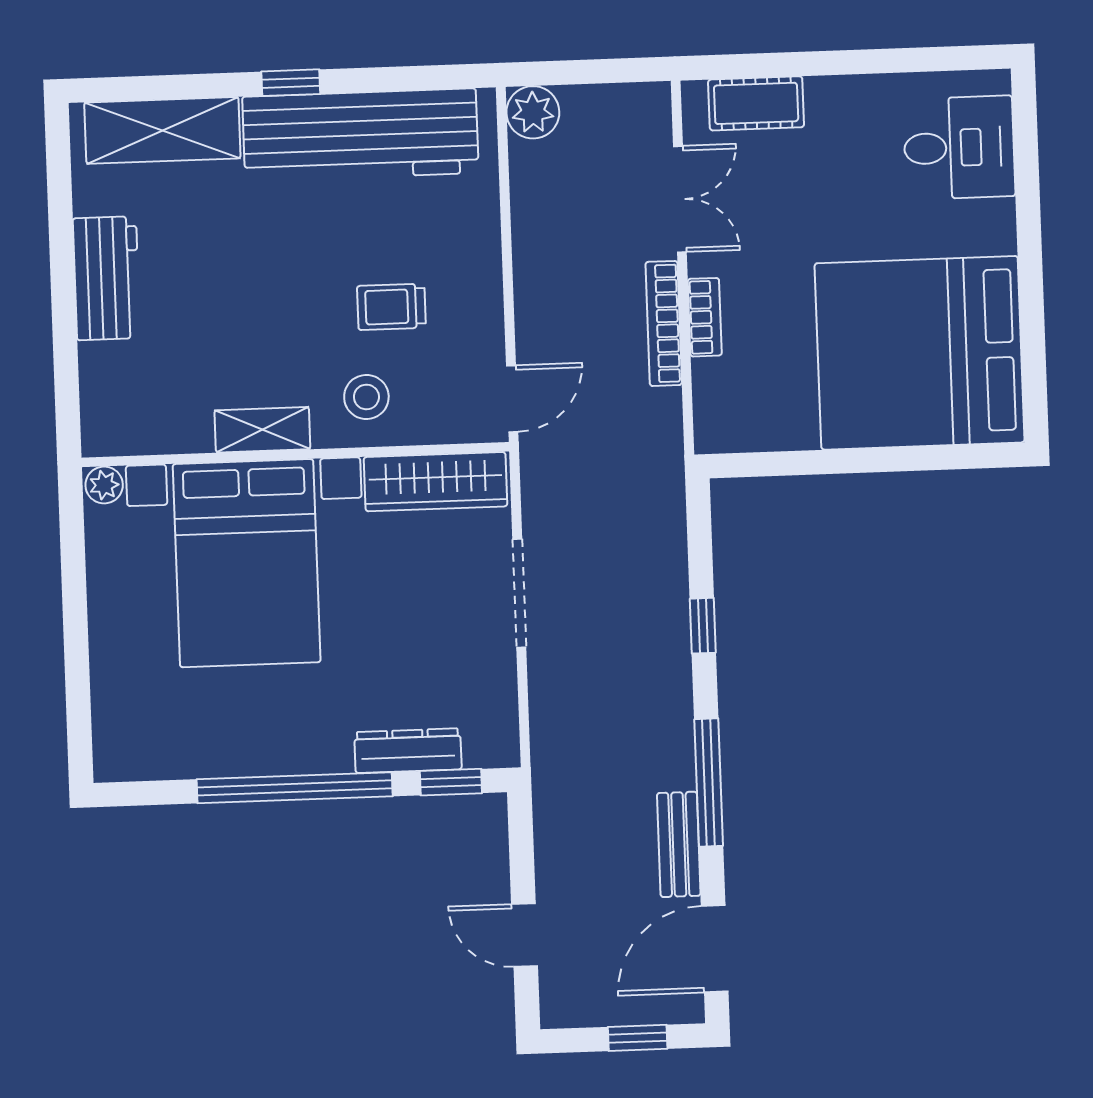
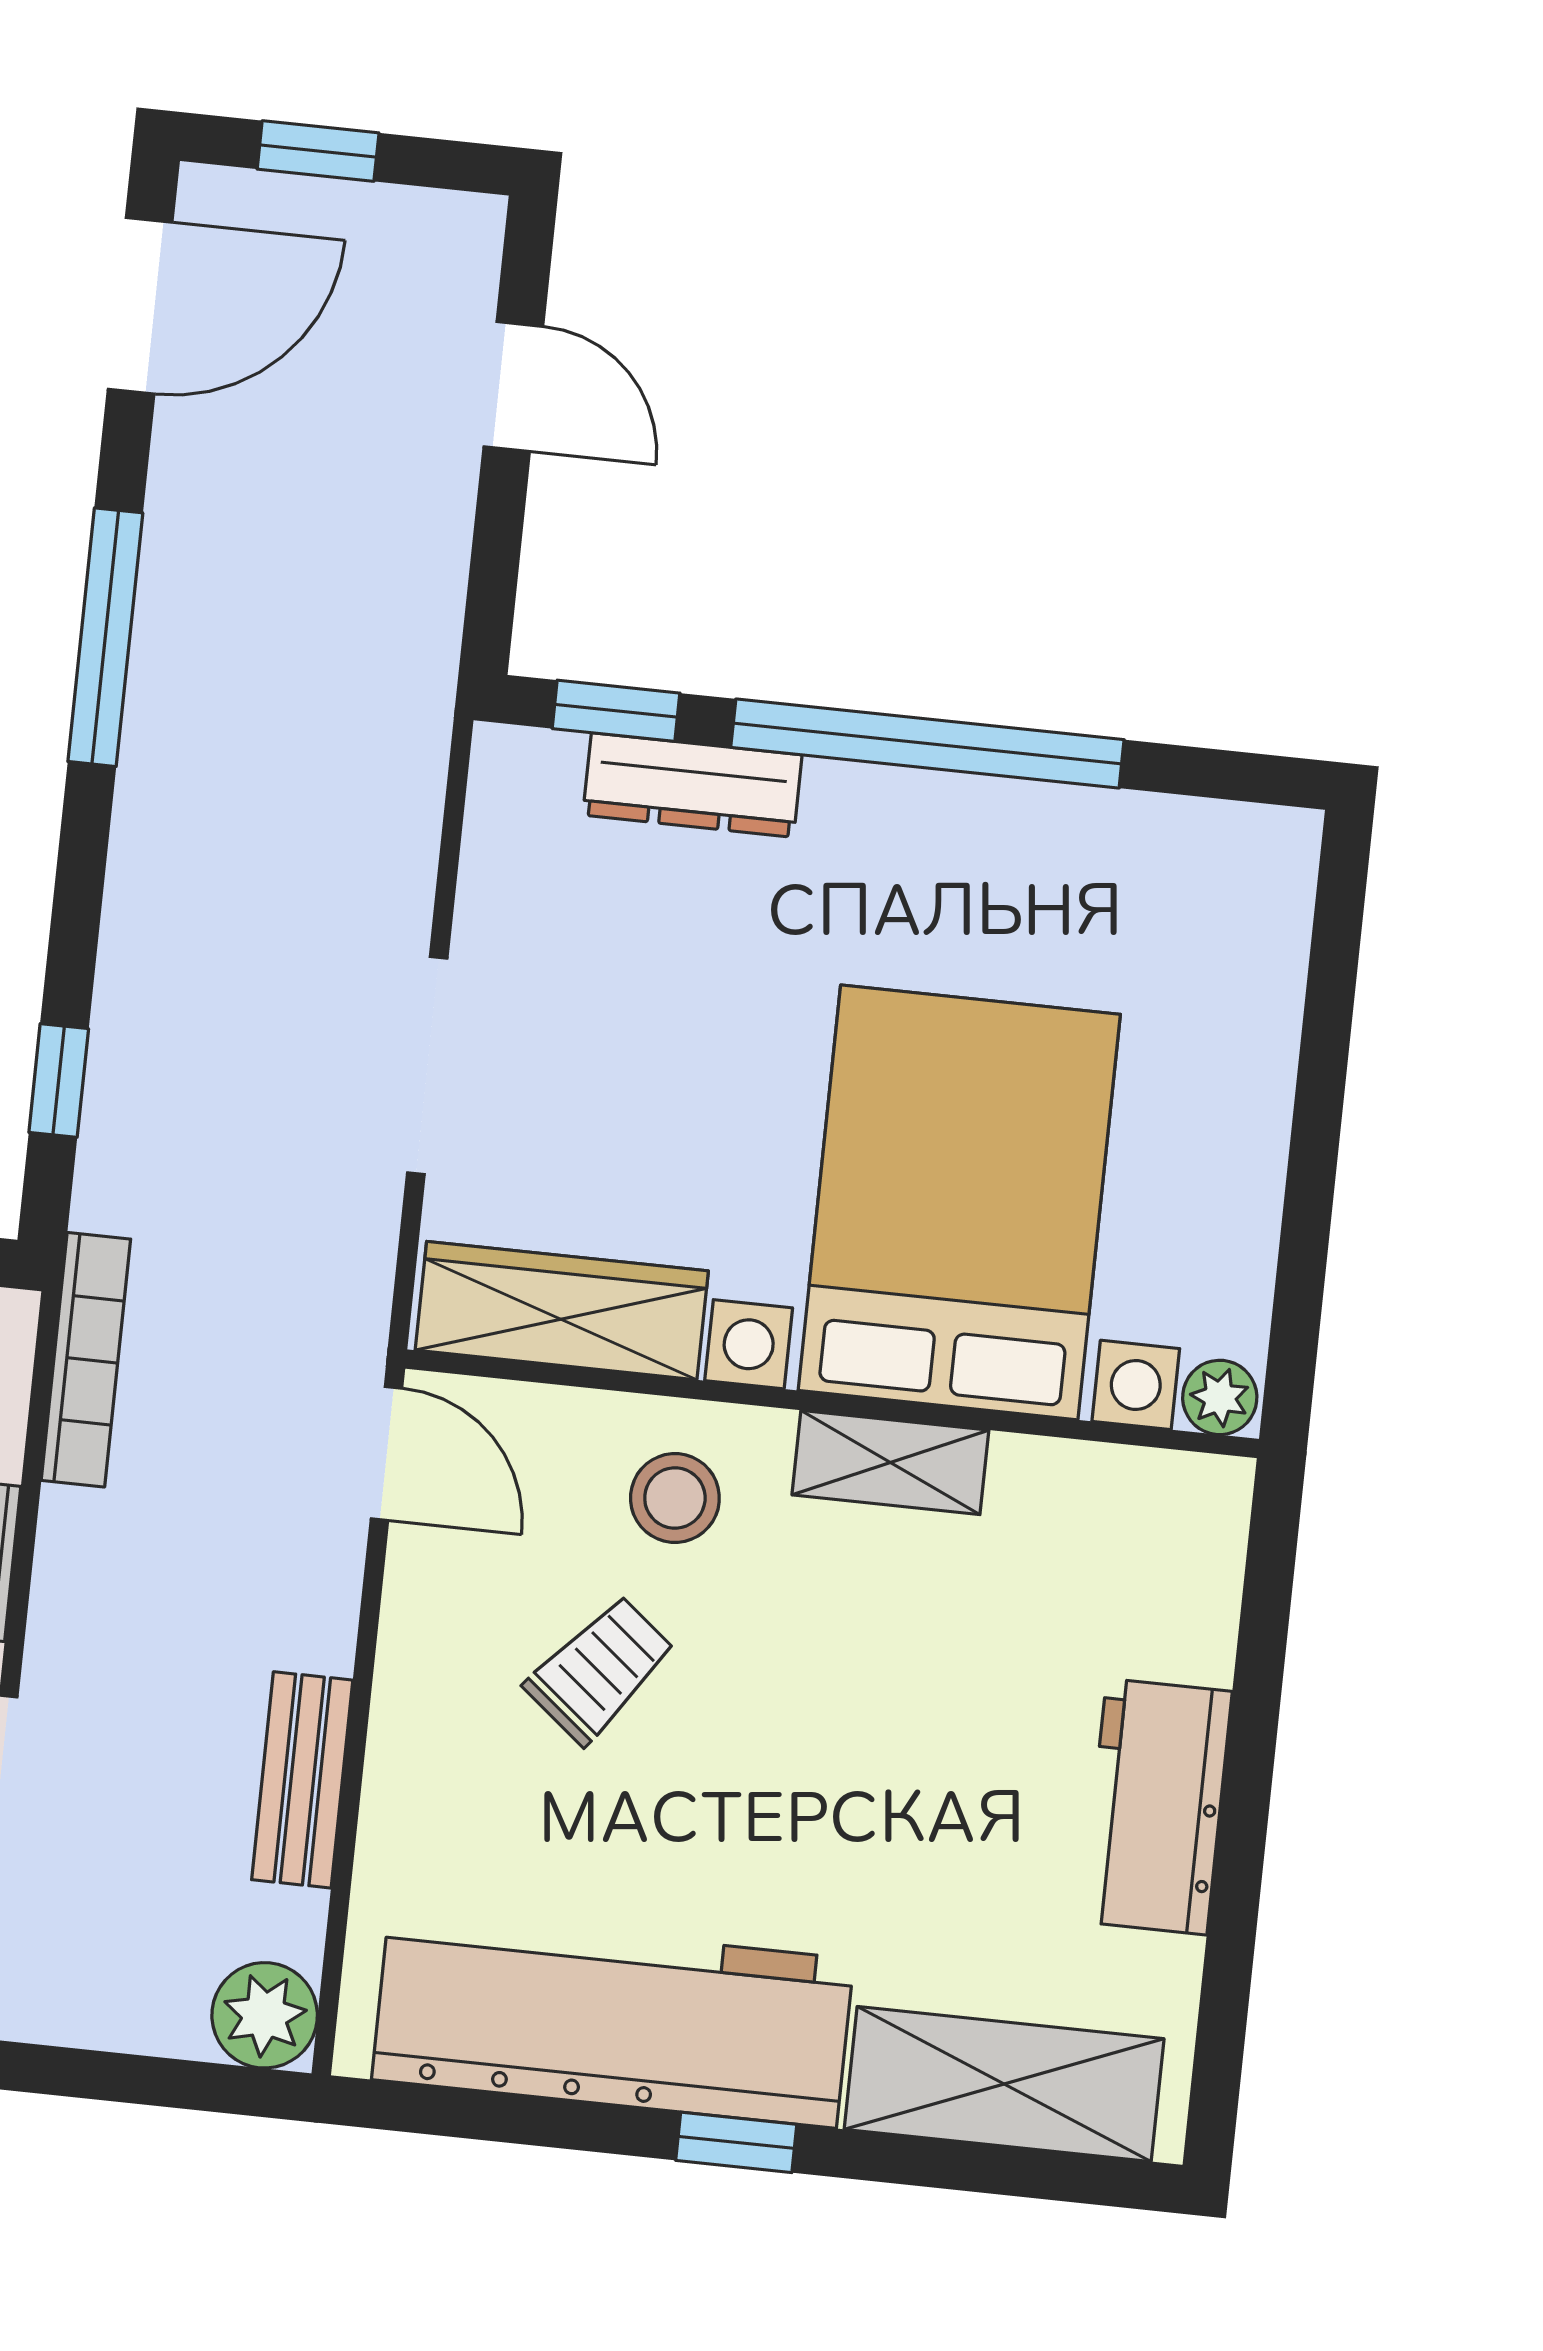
trolley: (391, 307) -> (600, 1670), turned -51
bookcase: (664, 323) -> (86, 1360), moved
door: (512, 399) -> (386, 1454), swing flipped
window: (703, 626) -> (59, 1080), moved
bench: (679, 844) -> (302, 1780), moved

